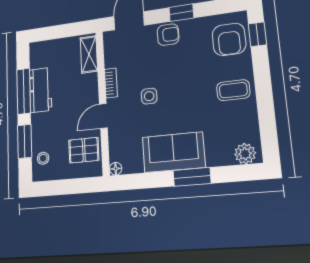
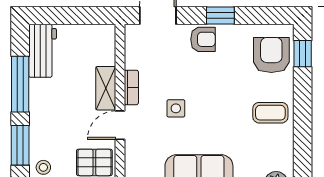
armchair: (229, 39) -> (271, 55), turned 180
shelving: (89, 54) -> (106, 88), moved
workbench: (41, 90) -> (43, 51), moved

